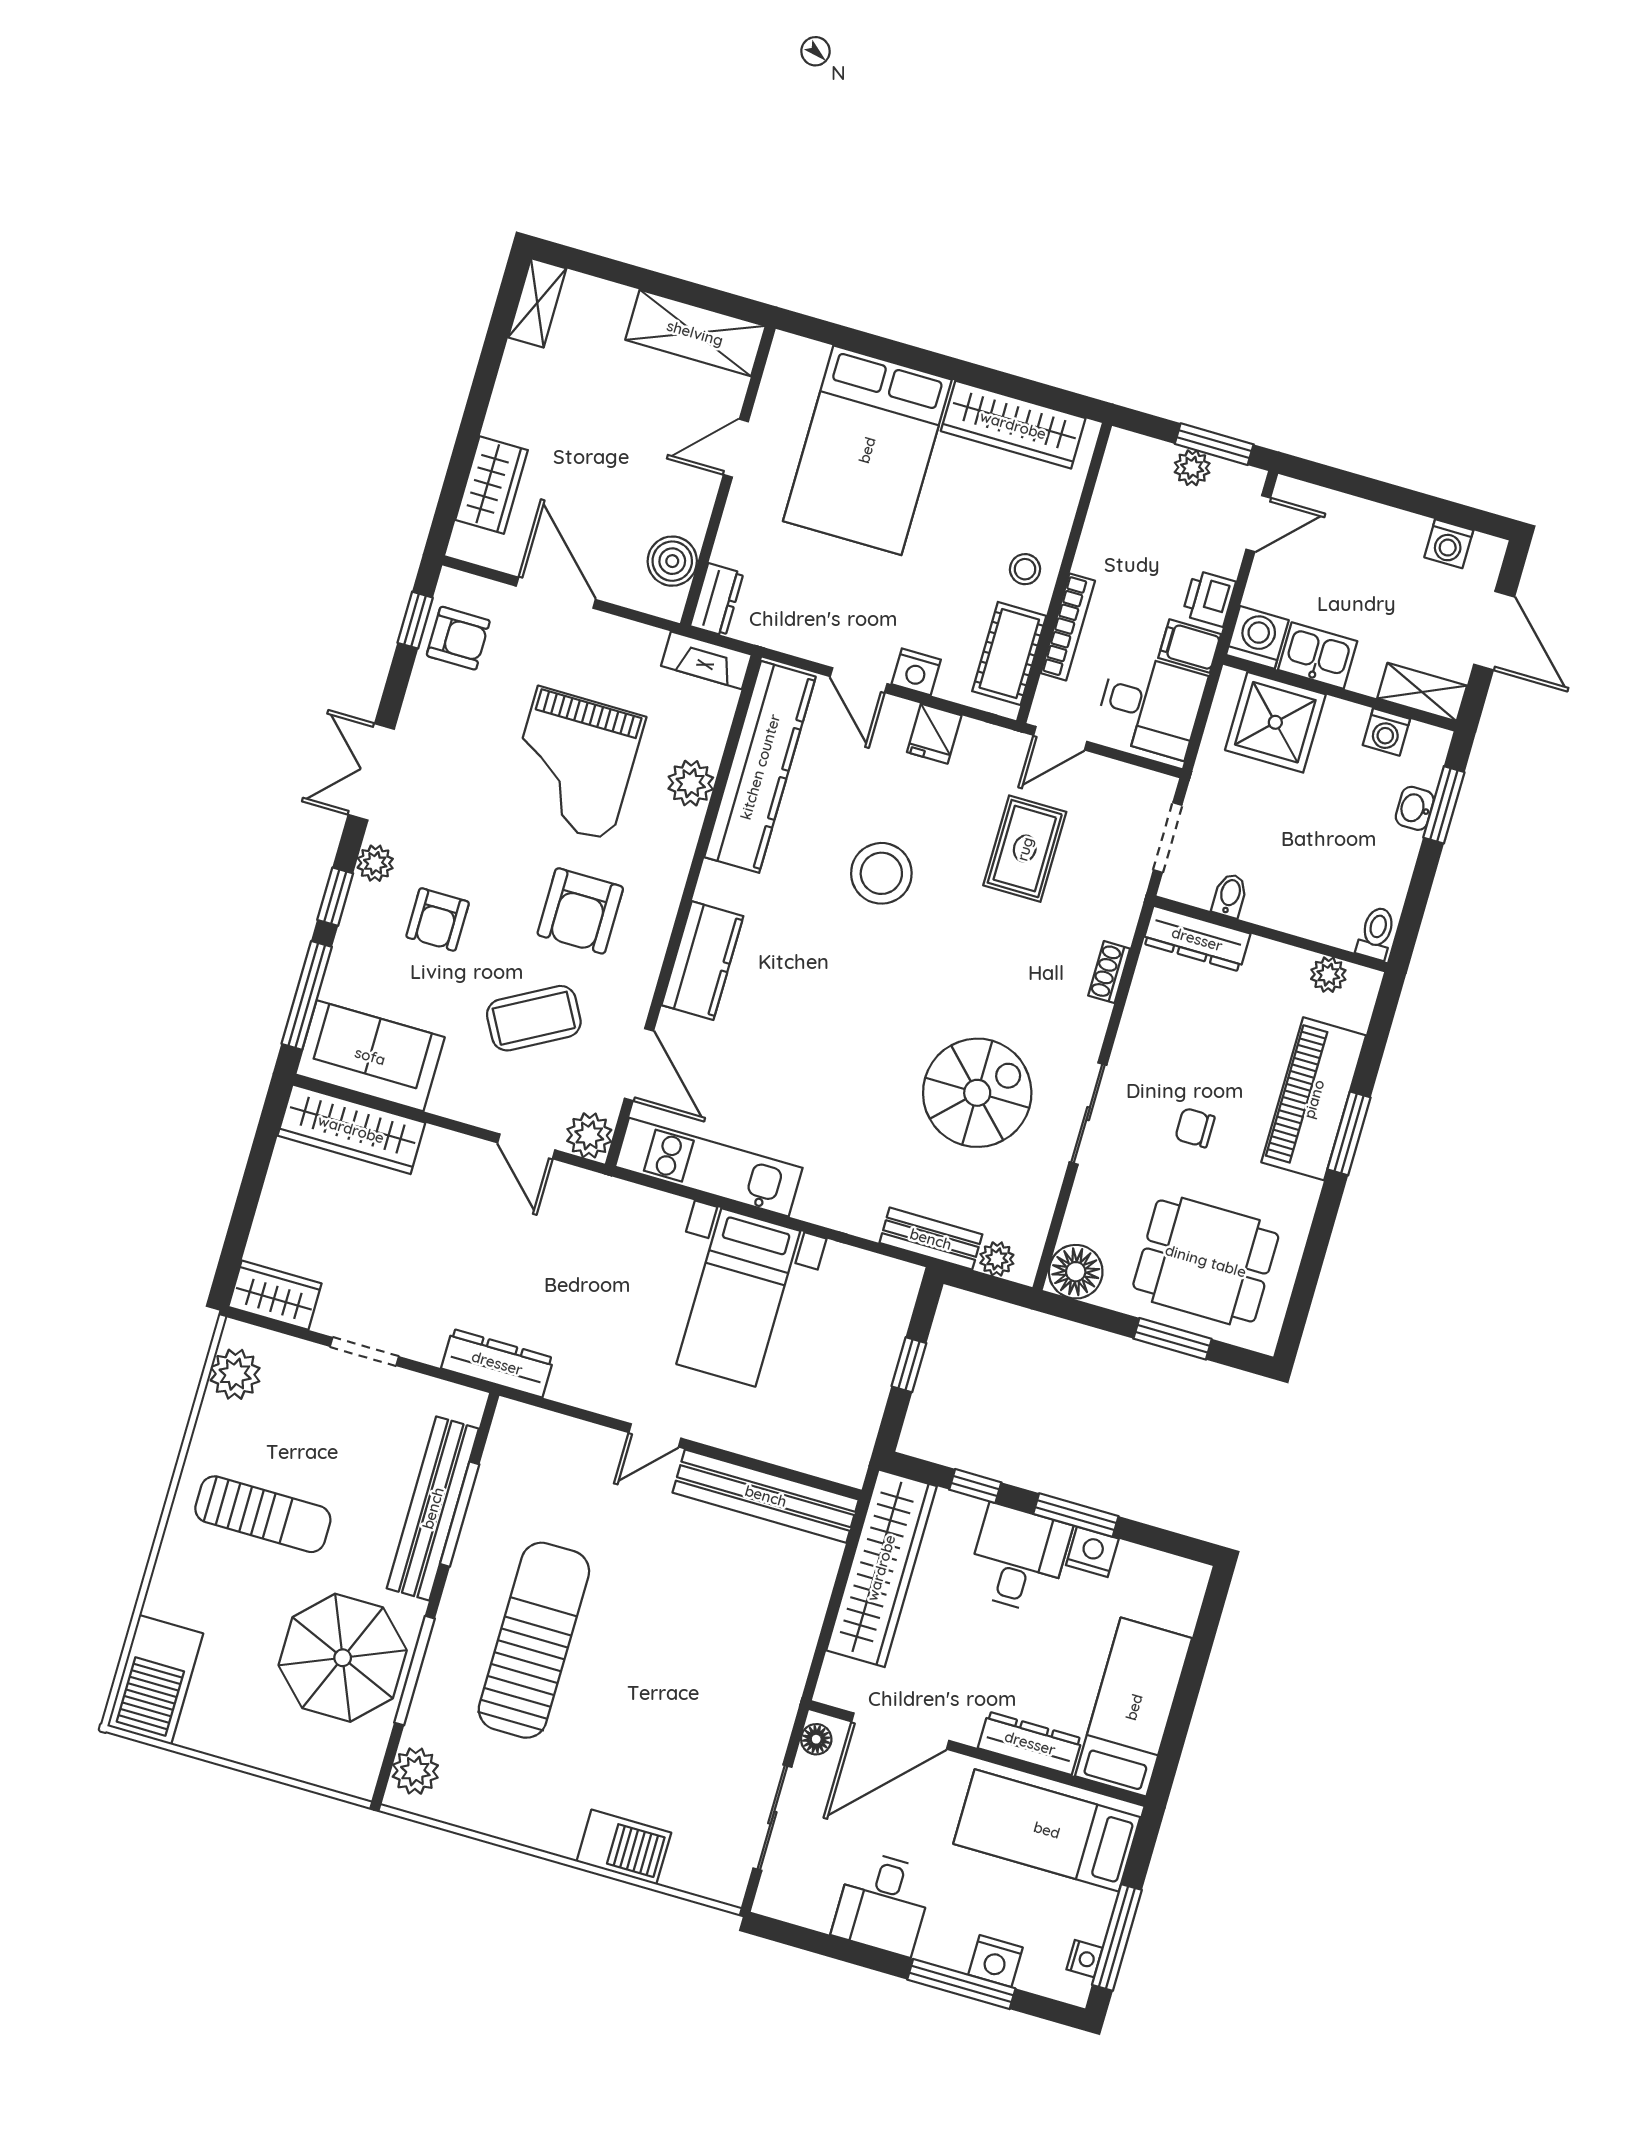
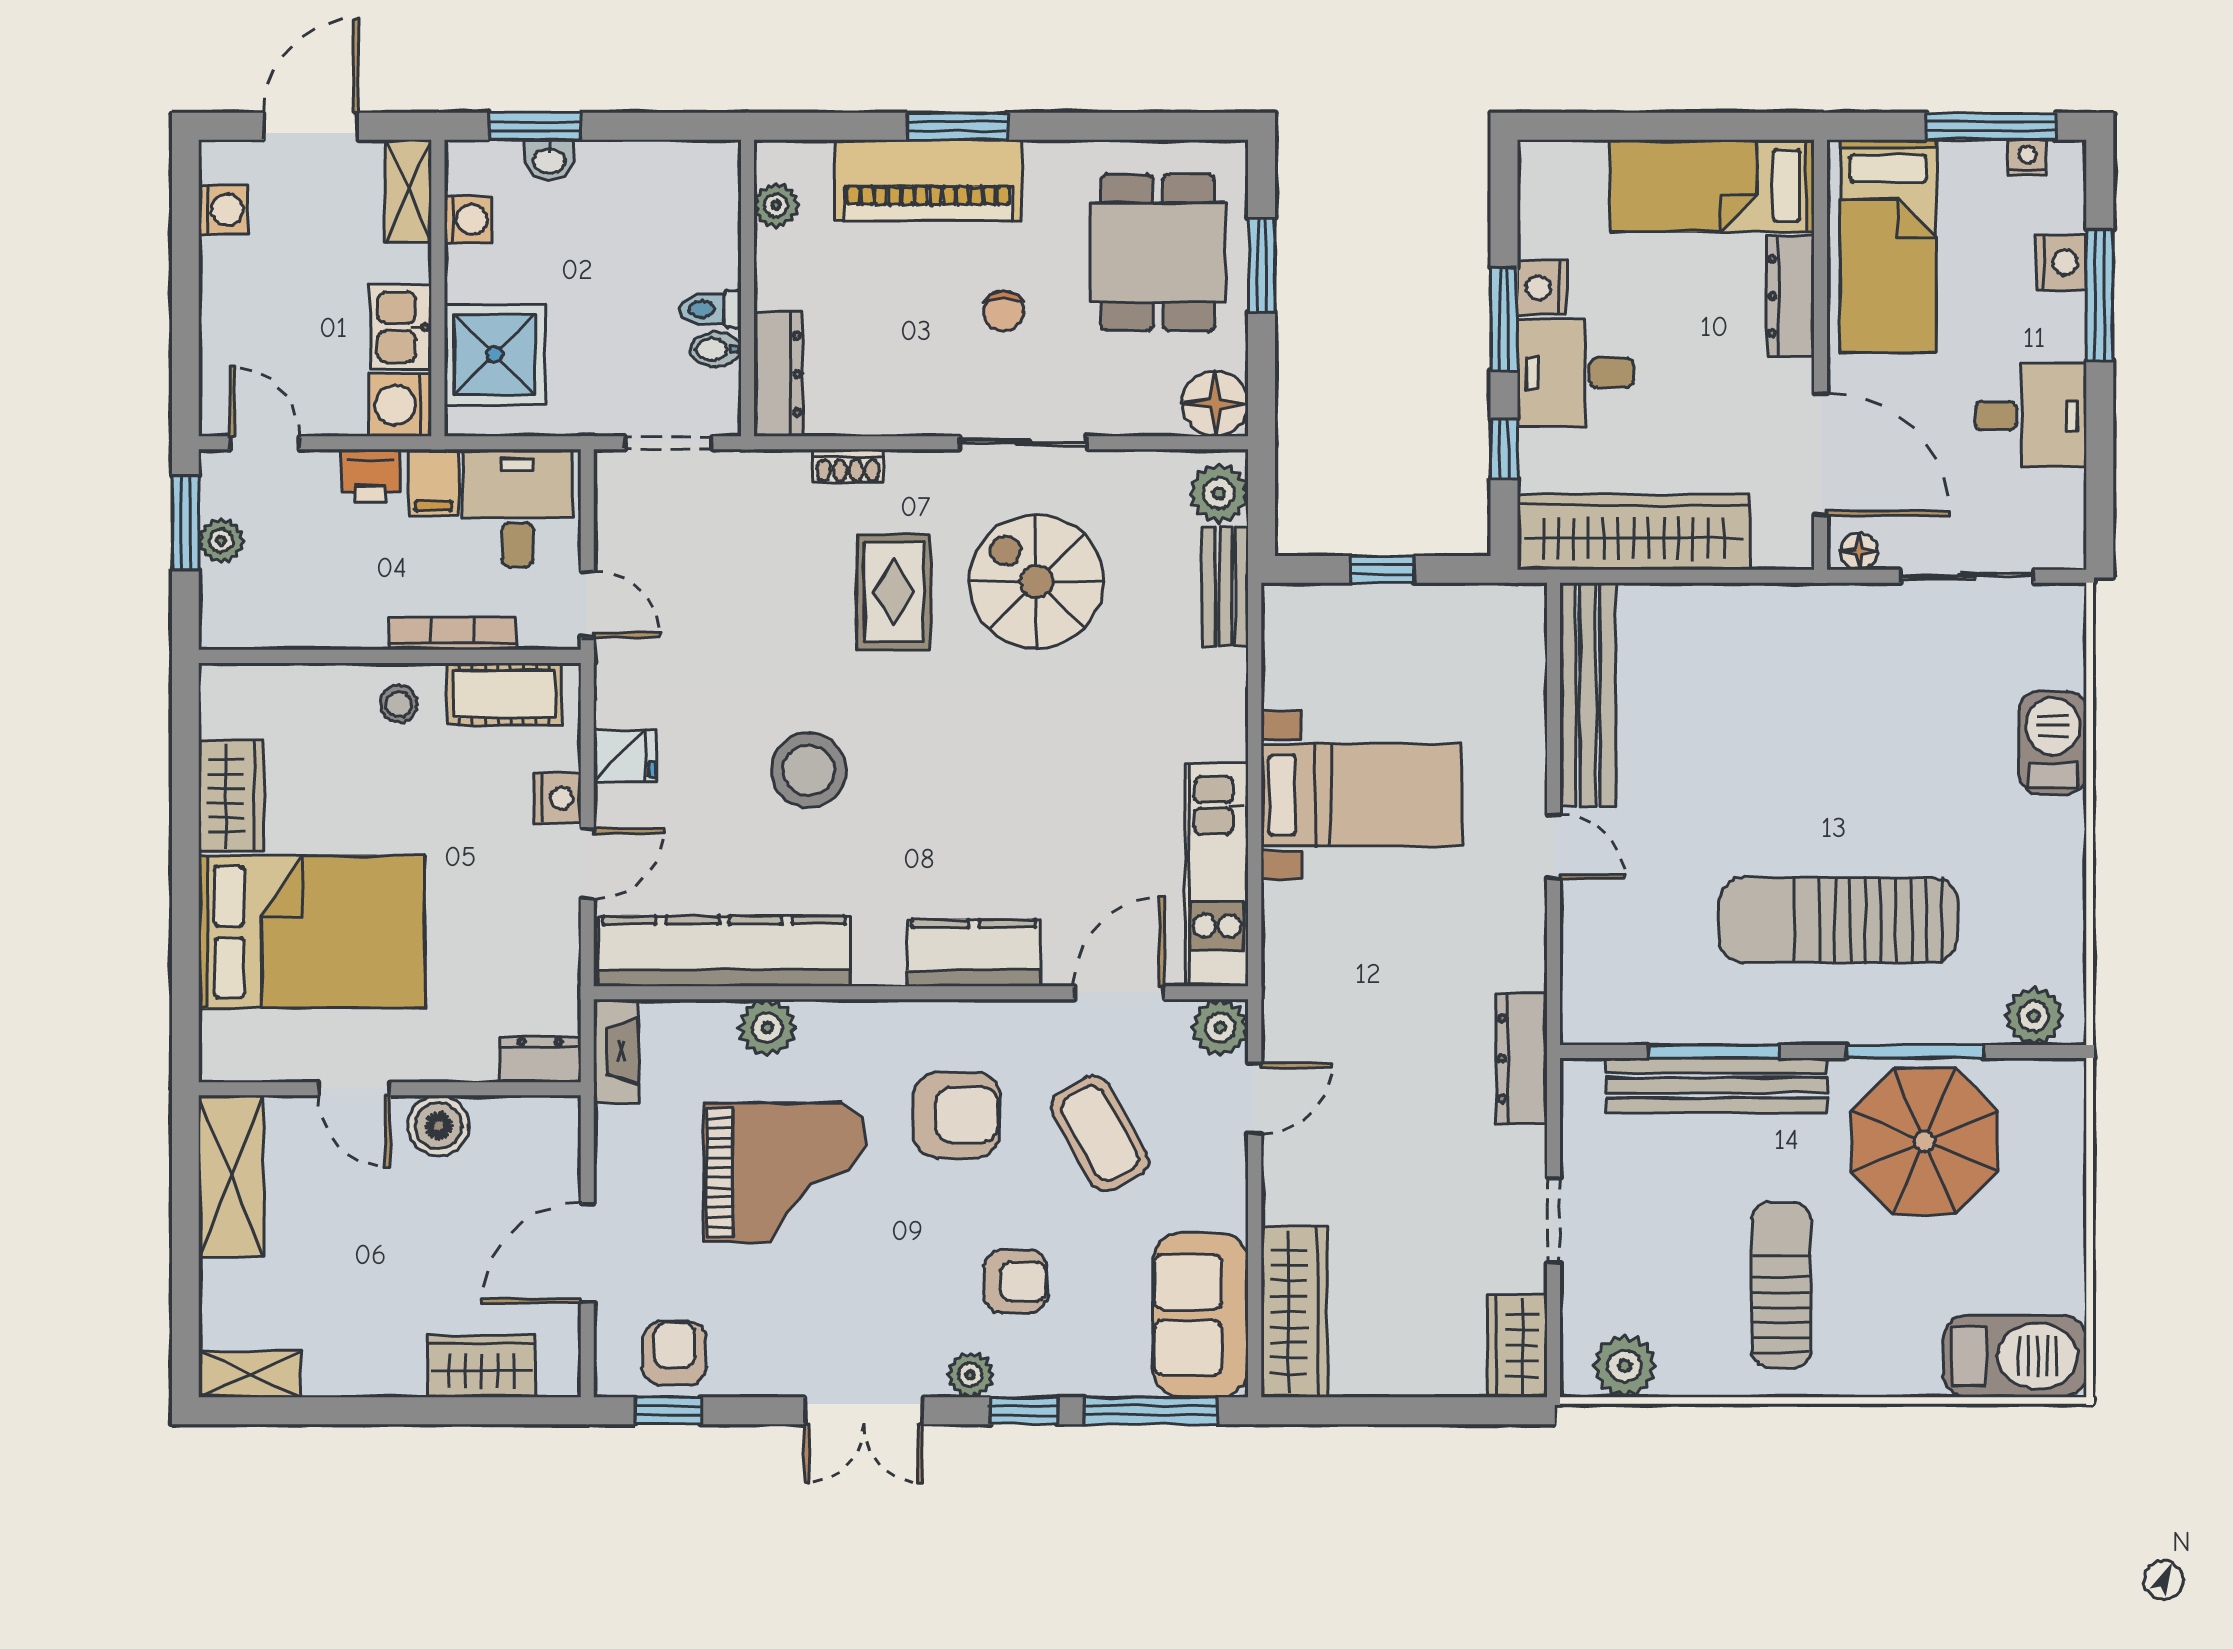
wardrobe: (1013, 425) -> (231, 796), width x0.67
boiler: (672, 561) -> (439, 1126), moved
rug: (1025, 849) -> (894, 592), moved, turned 90
toilet: (1376, 933) -> (710, 309), moved
plant: (997, 1259) -> (1219, 493), width x1.38, depth x1.38

